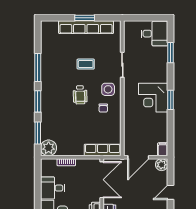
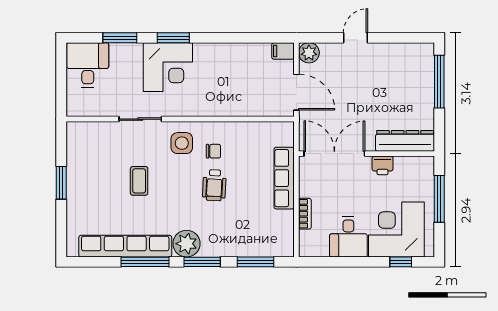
row of seats: (86, 27) -> (125, 246), moved, turned -90
wheelchair: (80, 95) -> (214, 185), moved, turned 95
corner desk: (153, 98) -> (168, 67), moved
window: (171, 100) -> (173, 38), moved
plant: (49, 148) -> (187, 244), moved
row of seats: (103, 150) -> (284, 178), moved
door: (171, 192) -> (356, 38), swing flipped

